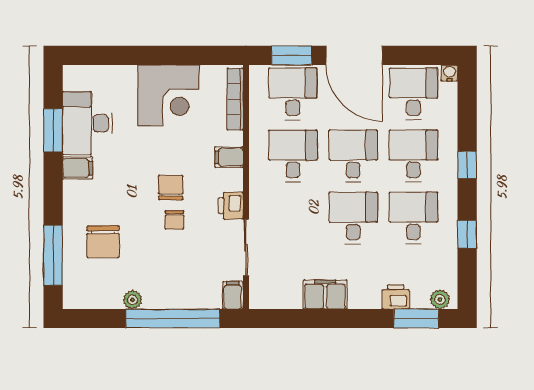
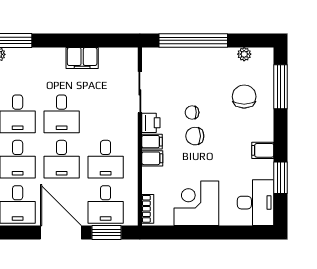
bookcase: (235, 99) -> (148, 209), width x0.64
desk: (87, 123) -> (256, 203), moved
chair: (171, 188) -> (195, 136), turned 90
chair: (174, 220) -> (192, 112), turned -90
filing cabinet: (233, 295) -> (152, 142), moved, turned -90
printer: (396, 297) -> (31, 56), removed
plant: (133, 300) -> (244, 54), moved

